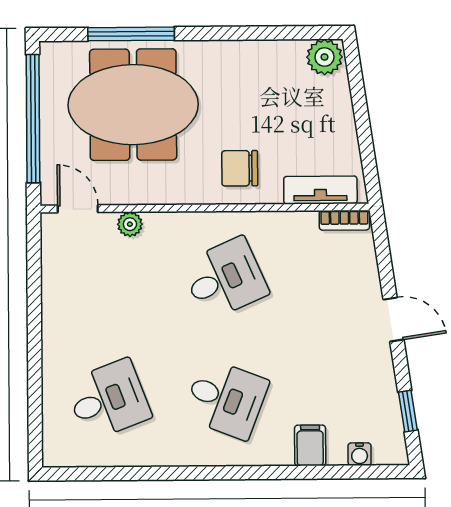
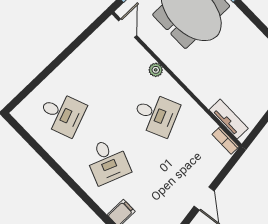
chair: (240, 168) -> (206, 78), removed
plant: (130, 224) -> (156, 70), moved

